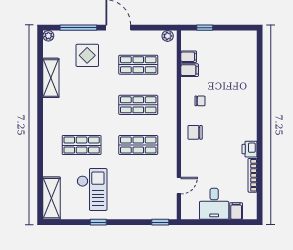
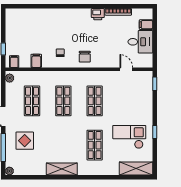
filing cabinet: (189, 57) -> (14, 62), moved
shelving: (51, 78) -> (62, 169), moved

